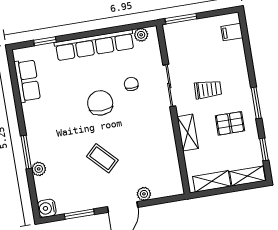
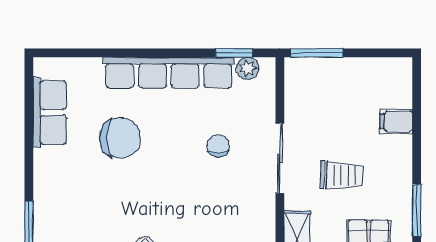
filing cabinet: (232, 32) -> (396, 121), moved
window: (45, 41) -> (234, 53), moved
chair: (100, 103) -> (120, 138), moved, turned 90

